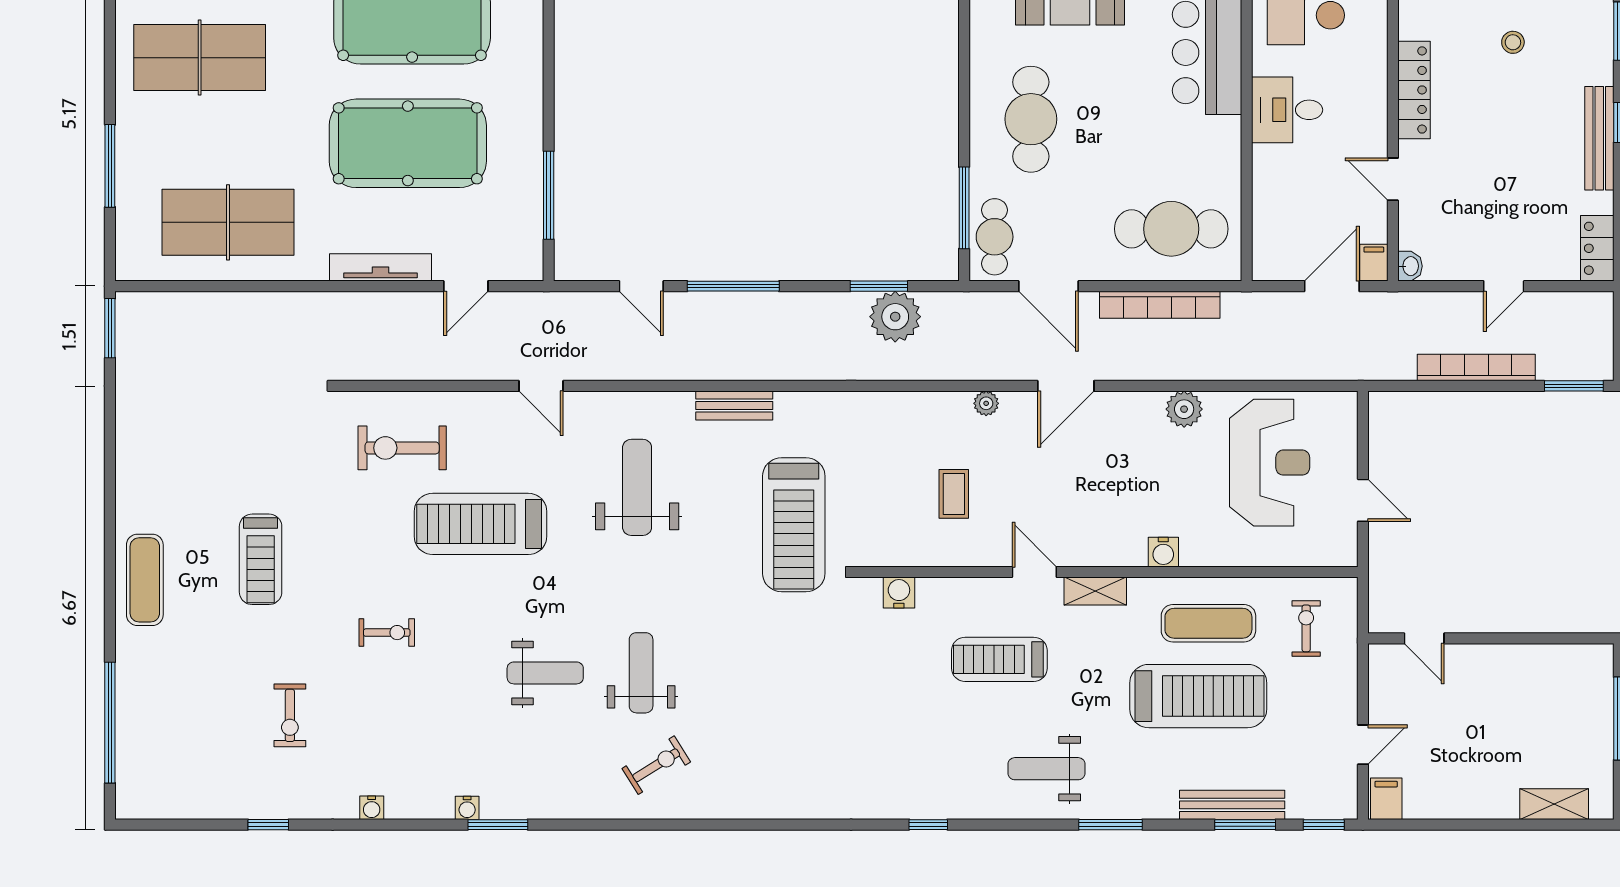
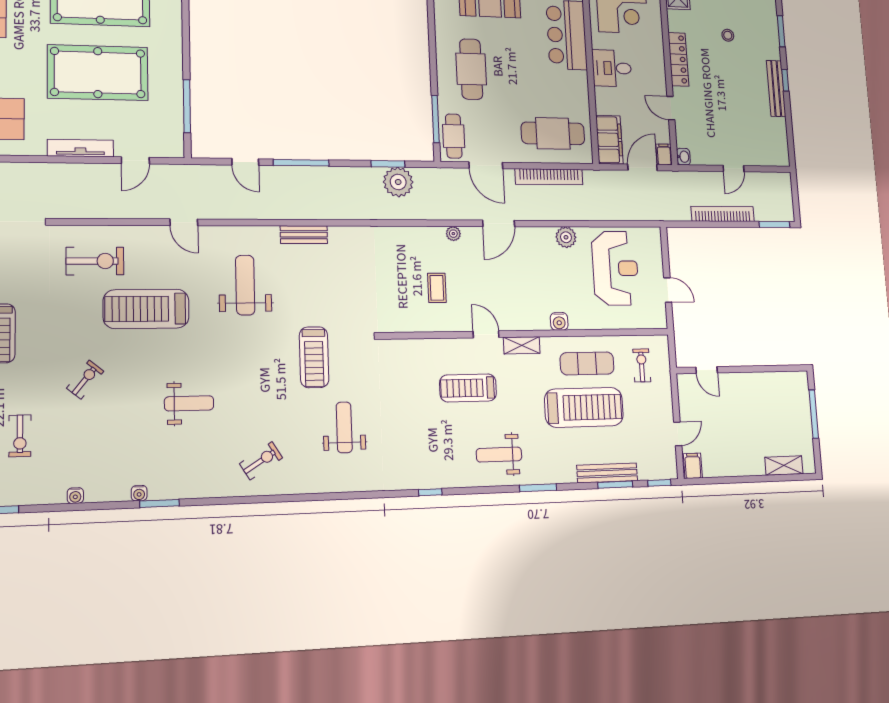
filing cabinet: (1274, 238) -> (609, 140), added
locker: (1597, 248) -> (780, 148), removed
exercise bike: (402, 448) -> (95, 261), turned 180
treadmill: (794, 525) -> (314, 357), moved, width x0.73, depth x0.73
water cooler: (899, 593) -> (407, 348), removed
exercise bike: (387, 633) -> (85, 380), turned -51
weight bench: (641, 673) -> (344, 427), moved

